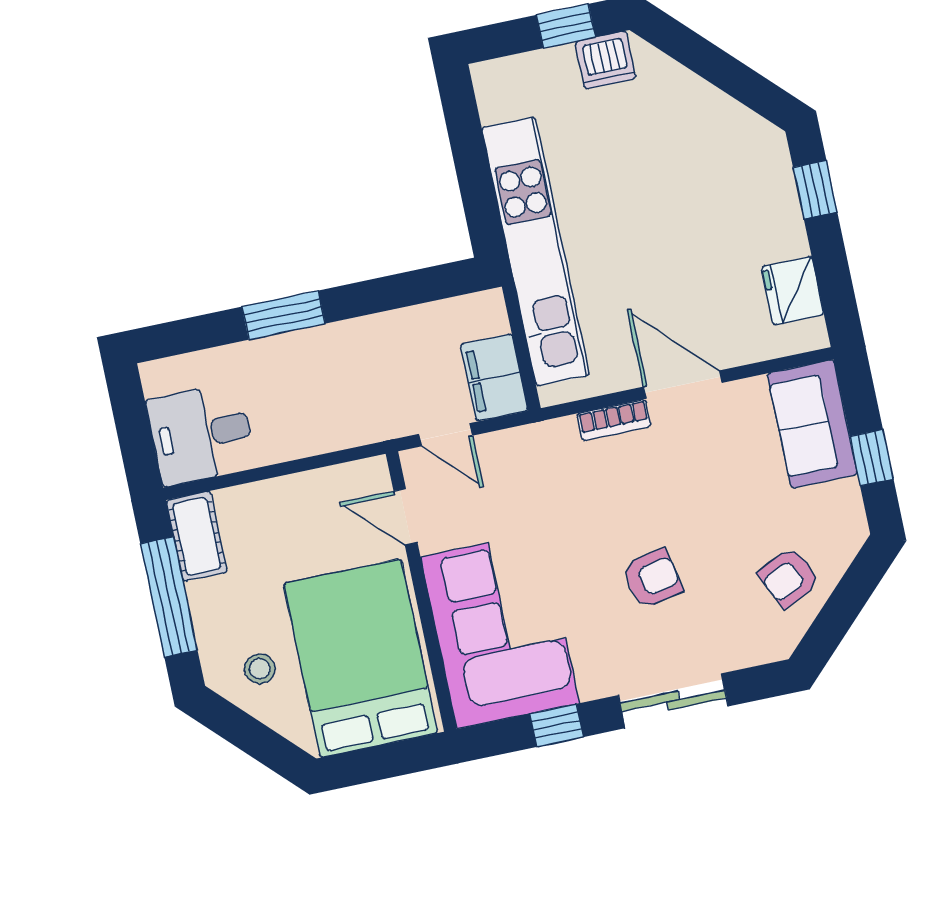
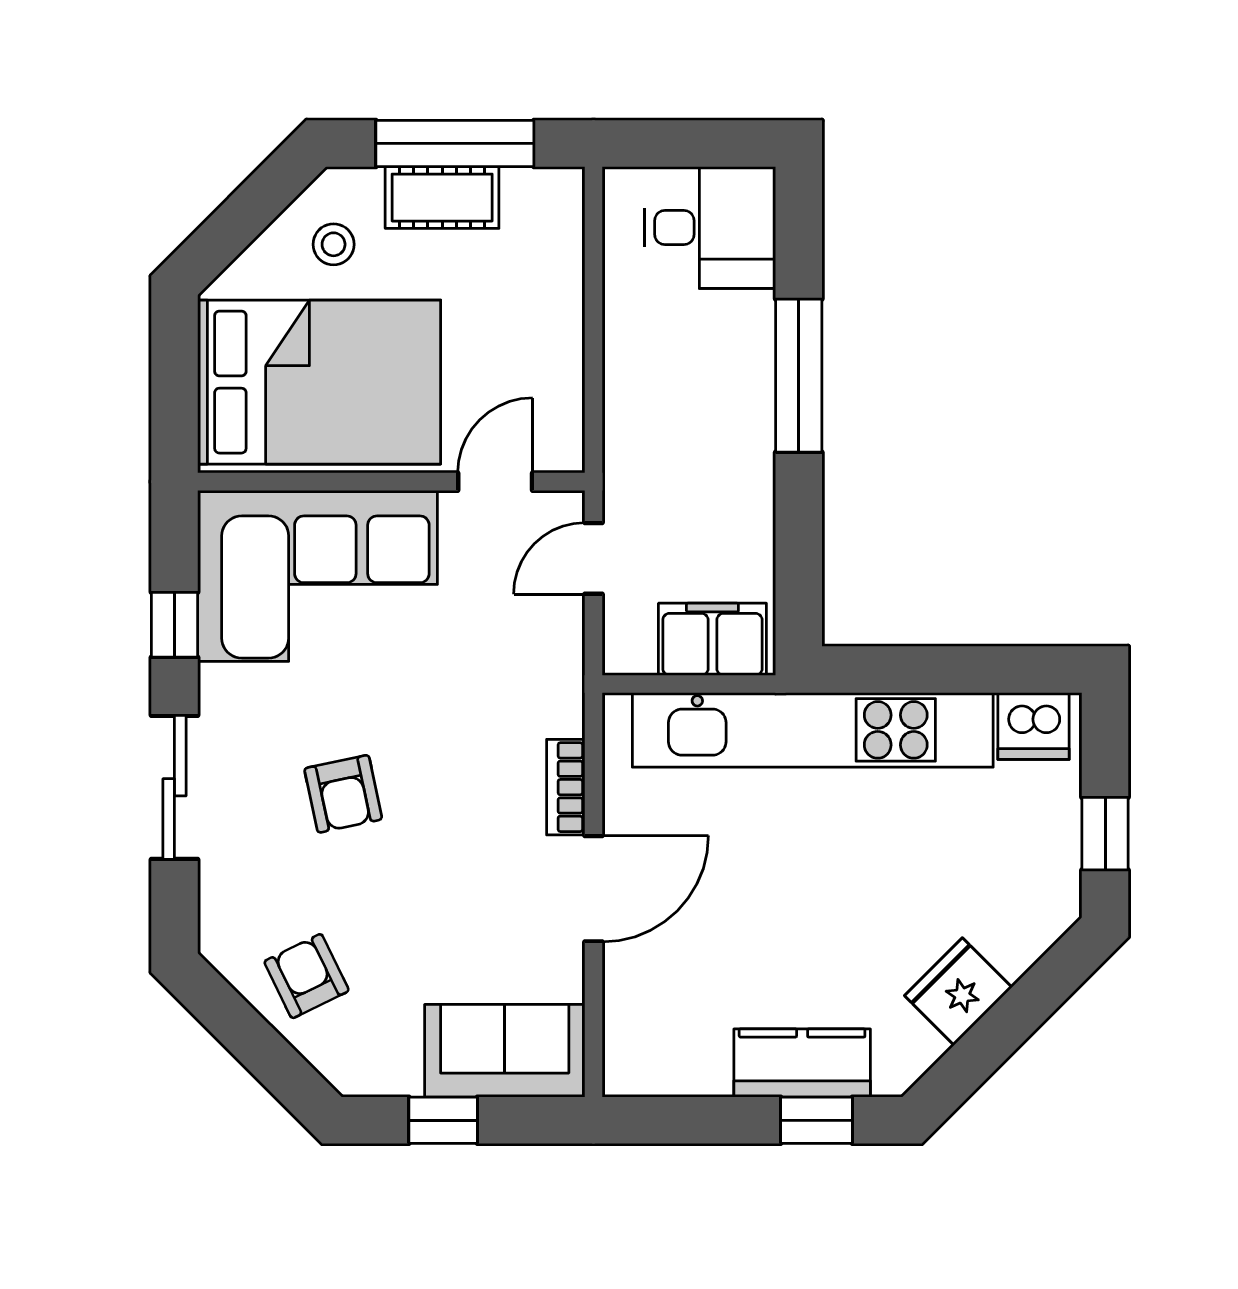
dishwasher: (605, 60) -> (1033, 726), moved, turned -90
kitchen counter: (776, 209) -> (802, 1063), added
fridge: (793, 291) -> (958, 992), moved, turned -45
window: (284, 315) -> (799, 376), width x1.44
filing cabinet: (494, 377) -> (712, 639), moved
desk: (201, 434) -> (710, 228), moved, turned 90
cot: (197, 536) -> (442, 198), moved

